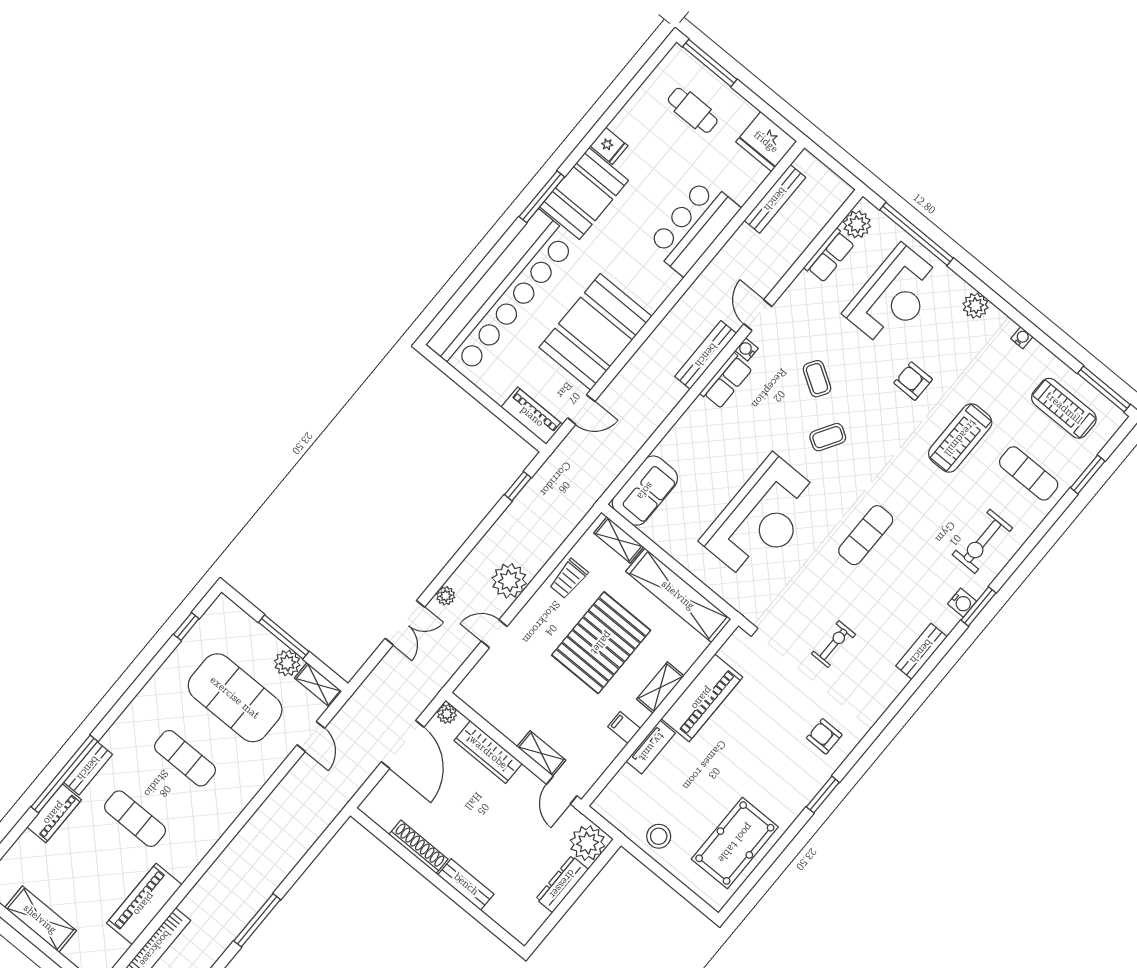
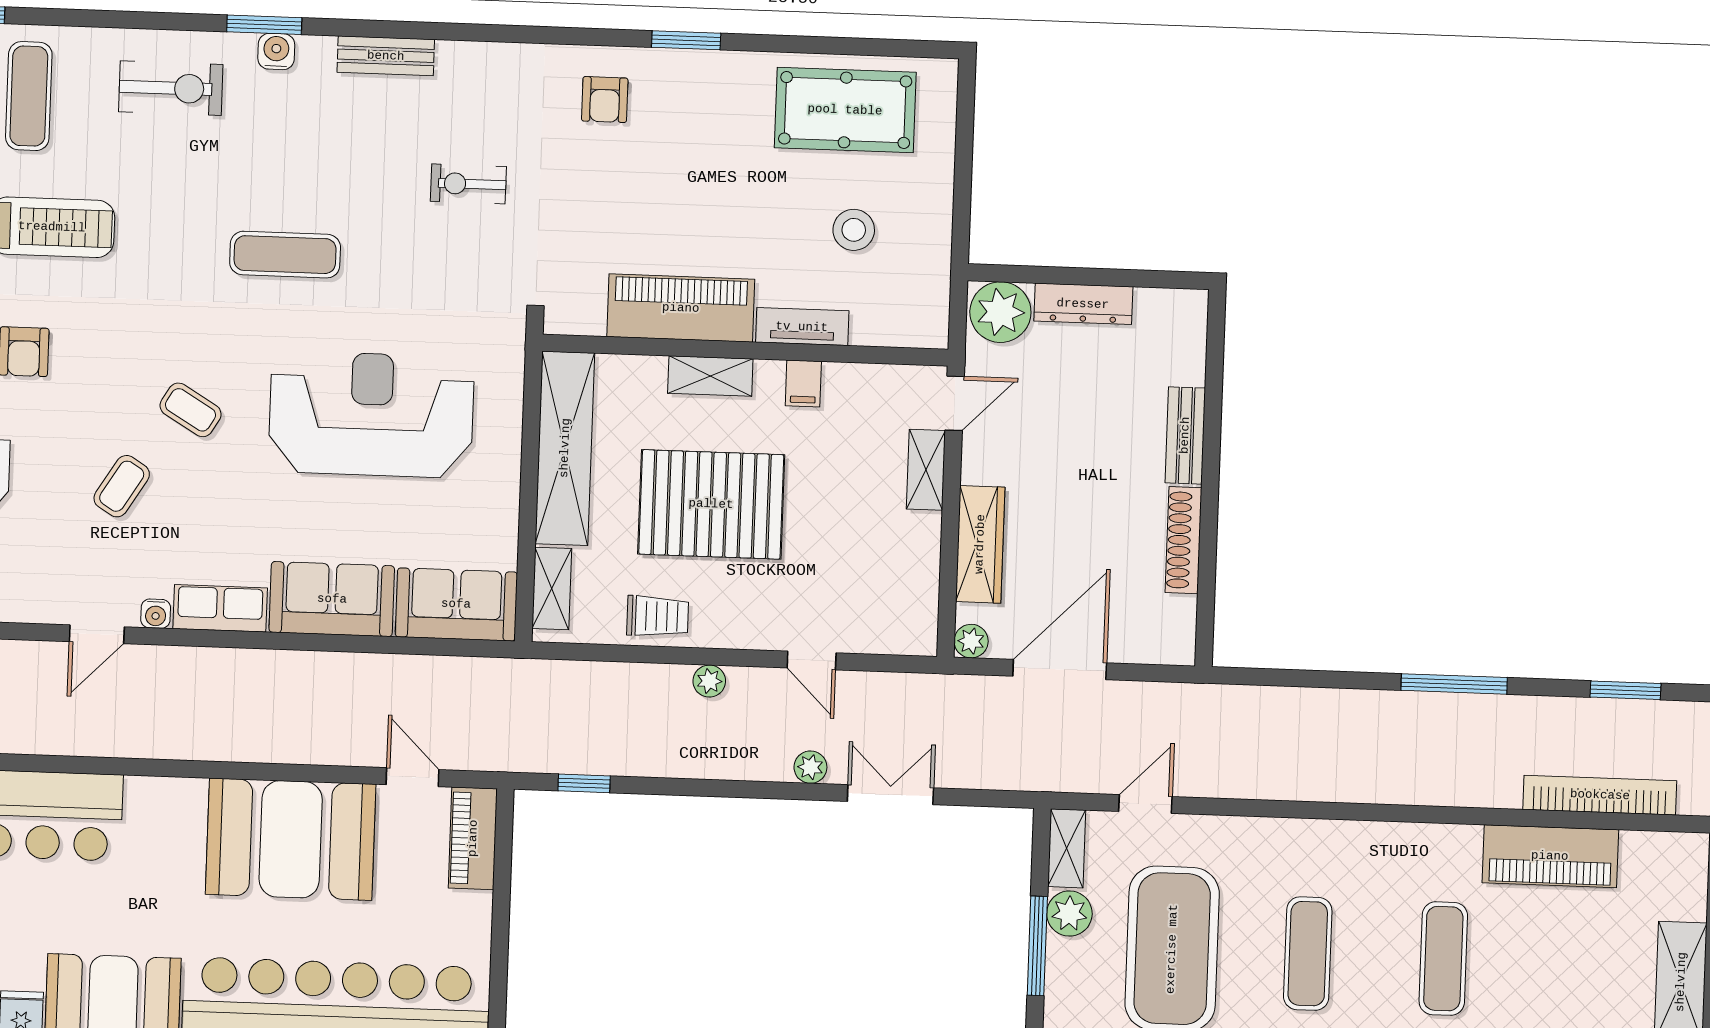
bench: (706, 355) -> (206, 664), removed
sofa: (691, 435) -> (332, 599), added
plant: (509, 581) -> (709, 681), width x0.53, depth x0.53
stool: (659, 836) -> (854, 230), moved

